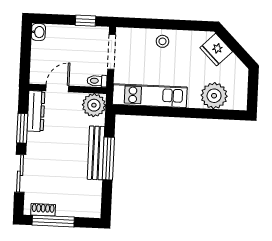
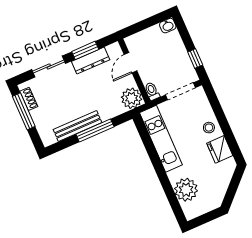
fridge: (216, 50) -> (220, 149), moved, turned -45
door: (57, 88) -> (131, 63), swing flipped
dresser: (36, 111) -> (91, 61), moved
bench: (96, 153) -> (77, 126), moved

